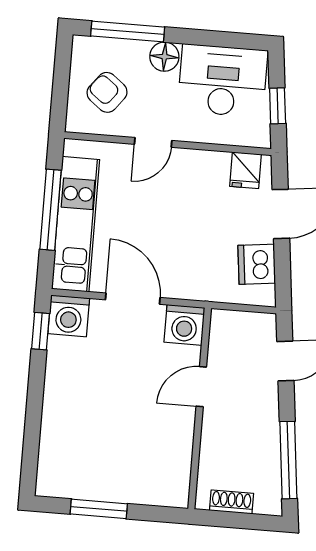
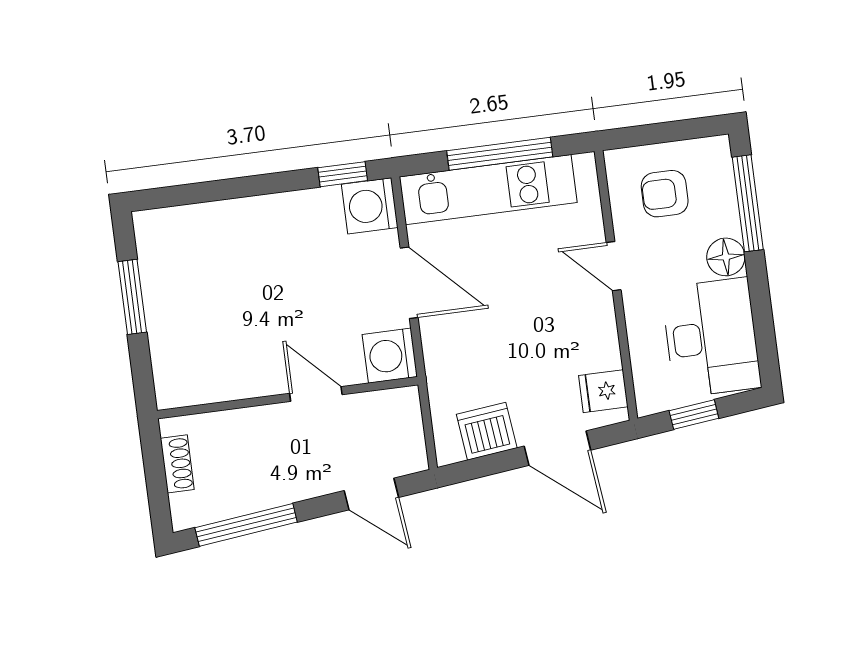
armchair: (107, 92) -> (665, 194), turned -128
door: (133, 299) -> (409, 283), hinge flipped

